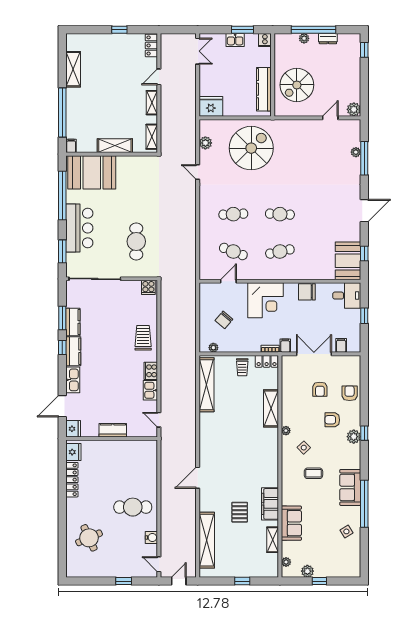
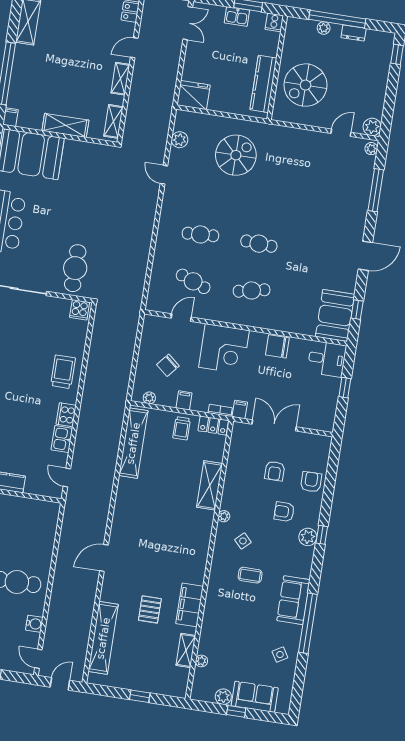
spiral stairs: (251, 148) -> (236, 155), width x0.73, depth x0.73
plant: (356, 152) -> (371, 149), moved
cafe table: (136, 241) -> (75, 268), moved
filing cabinet: (341, 345) -> (184, 400), moved
sofa: (291, 523) -> (255, 697), moved, turned -90
plant: (286, 562) -> (201, 661), moved

